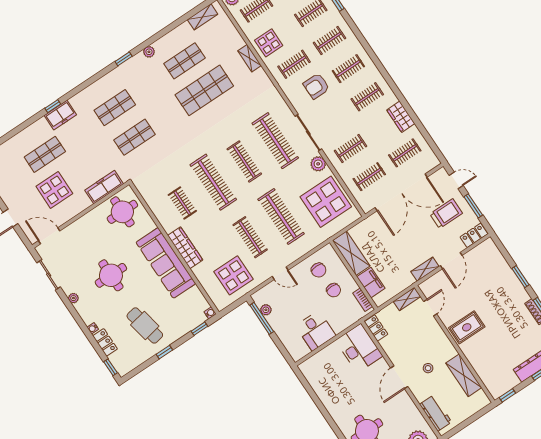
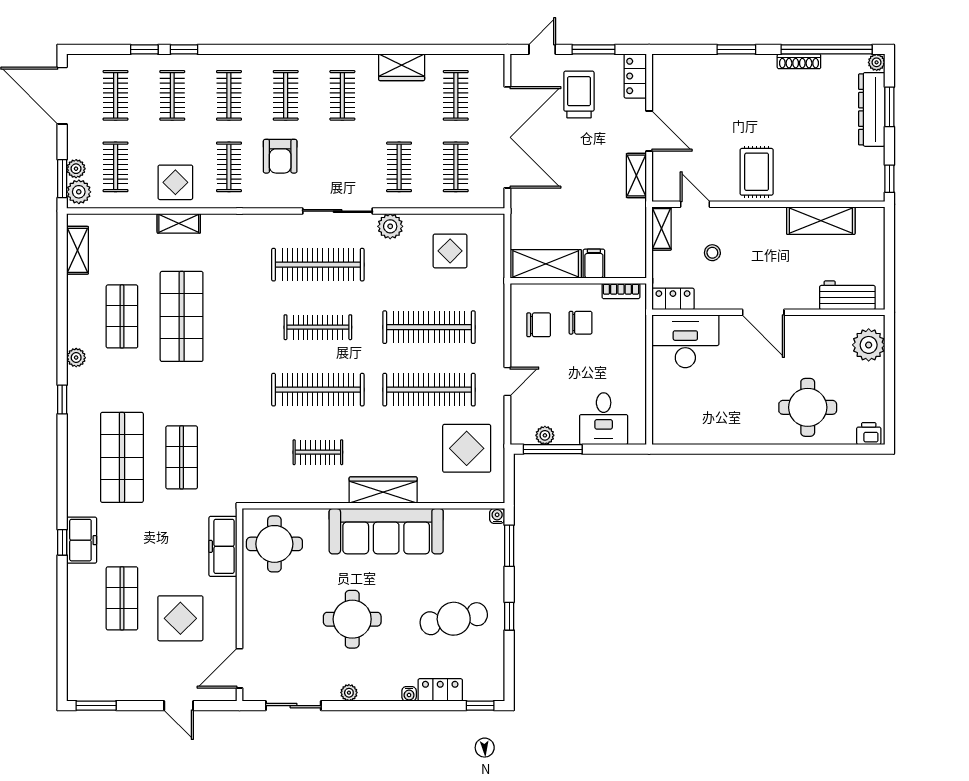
shop shelf: (115, 108) -> (122, 457), width x1.43, depth x1.36
display table: (326, 202) -> (450, 251), width x0.54, depth x0.54
clothes rail: (250, 237) -> (429, 390), width x1.37, depth x1.31
filing cabinet: (371, 283) -> (594, 264), width x0.50
window: (199, 329) -> (509, 546), width x1.50
desk: (316, 331) -> (604, 419), moved, turned 90
stool: (428, 368) -> (712, 253), moved

